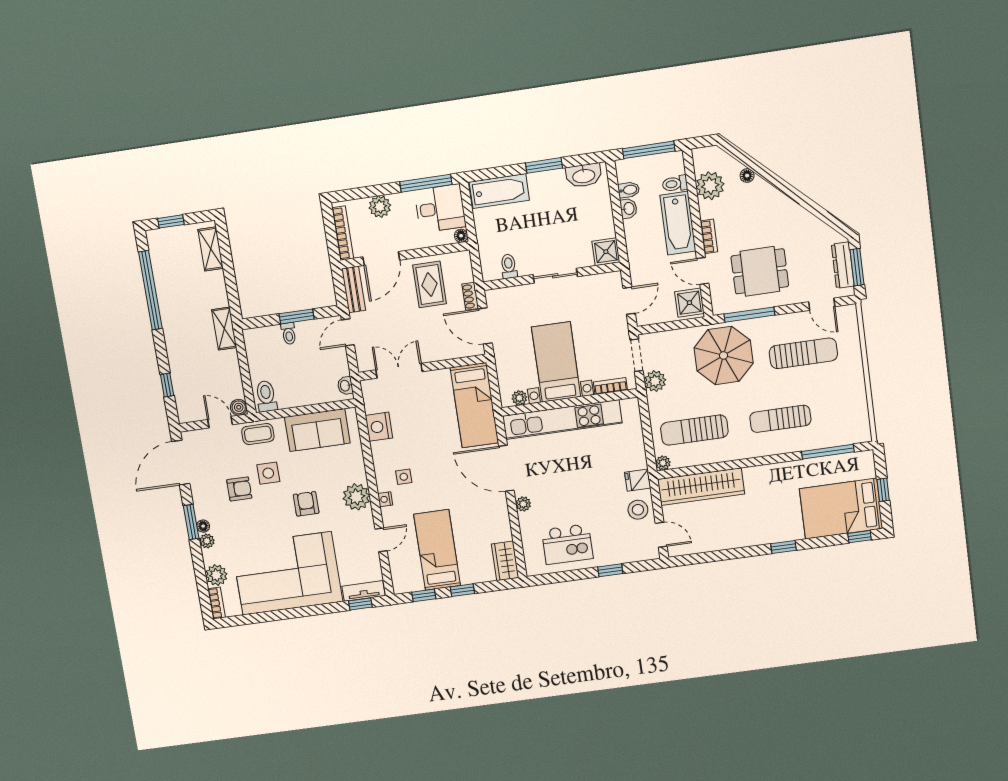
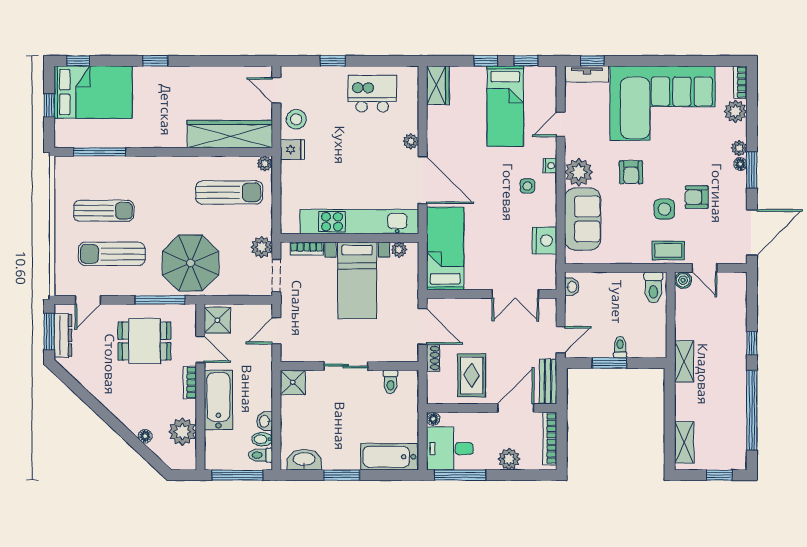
toilet: (675, 184) -> (260, 455), moved, turned 180
door: (822, 304) -> (88, 300), swing flipped
window: (167, 385) -> (752, 343), moved
sun lounger: (780, 419) -> (104, 211), moved
sofa: (317, 430) -> (583, 219), moved, turned 90

